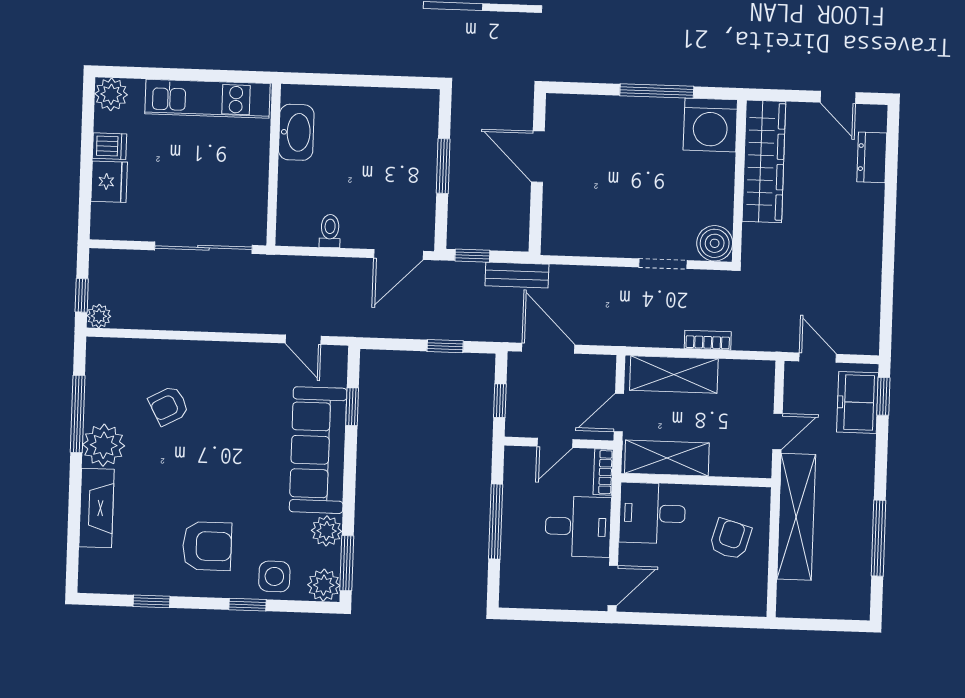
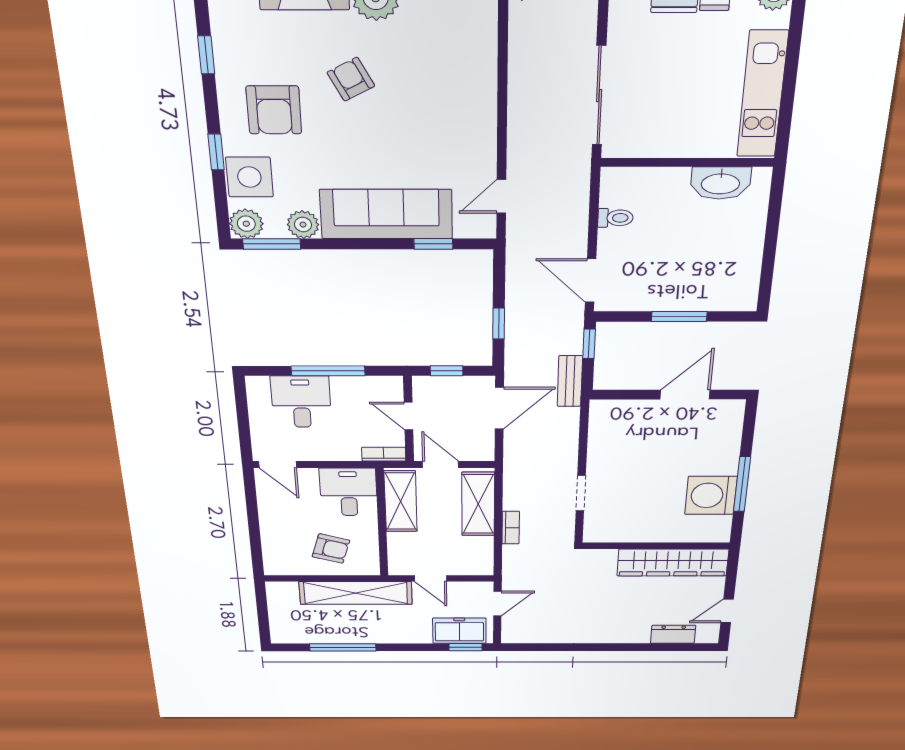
washing machine: (710, 125) -> (711, 495), moved
boiler: (715, 243) -> (599, 530), removed
armchair: (169, 406) -> (351, 79), moved
desk: (578, 527) -> (301, 402), moved, turned 180
side table: (274, 576) -> (249, 177), width x1.37, depth x1.37

